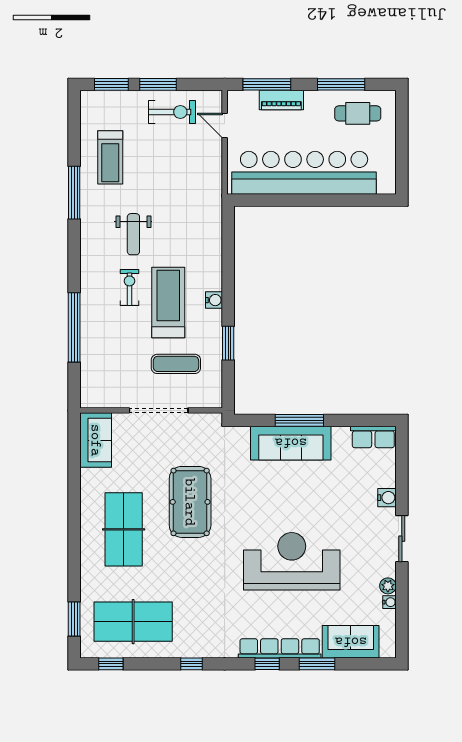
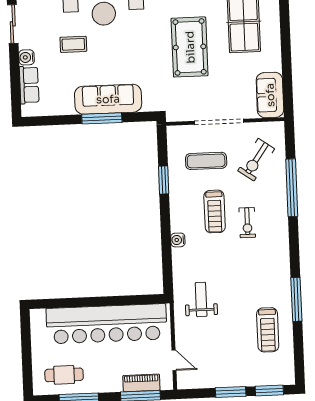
piano: (281, 100) -> (141, 383), moved
exercise bike: (172, 112) -> (256, 160), moved, turned -55
treadmill: (110, 157) -> (268, 330), turned 180
weight bench: (133, 234) -> (201, 299), moved
water cooler: (214, 300) -> (178, 240), moved
treadmill: (168, 303) -> (215, 211), width x0.73, depth x0.73
row of seats: (373, 437) -> (29, 85), moved, turned 90
coffee table: (330, 511) -> (73, 44), added

